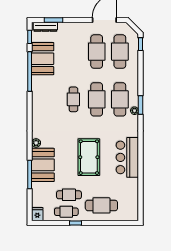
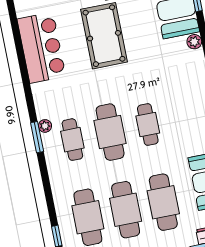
cafe table: (73, 52) -> (163, 202), added
cafe table: (120, 99) -> (72, 140), width x0.73, depth x0.74

